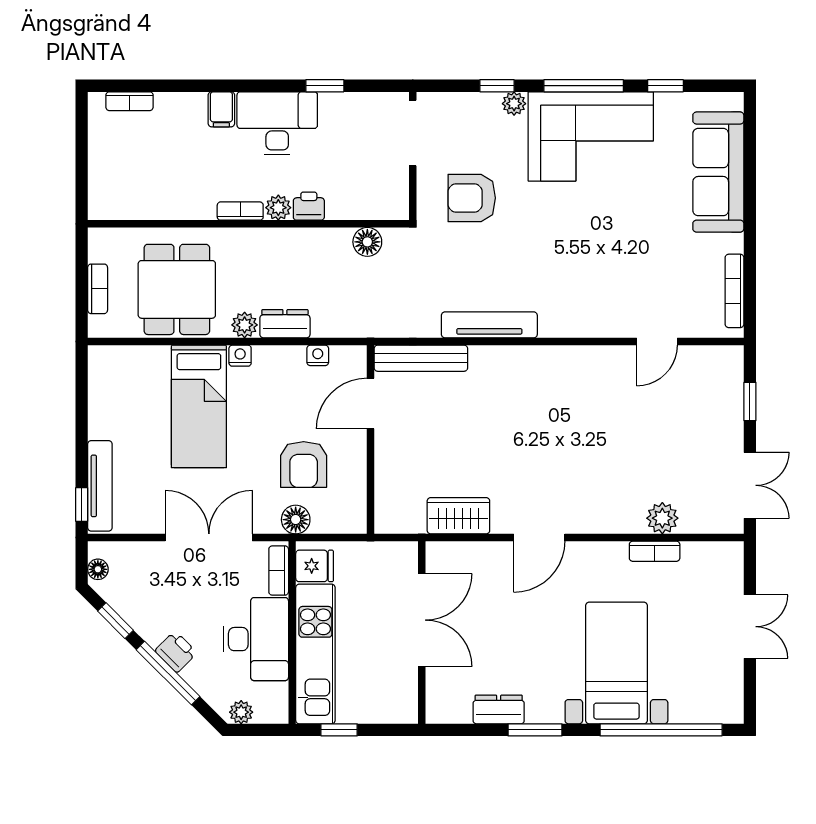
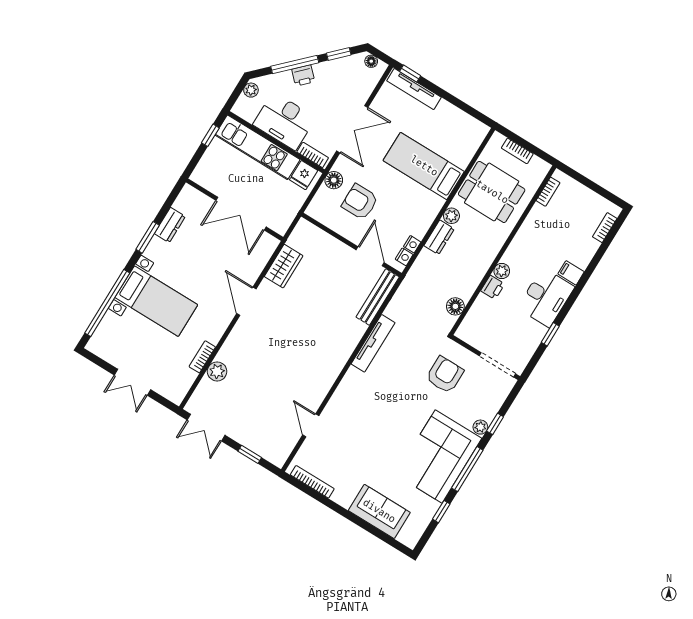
sofa: (718, 172) -> (379, 511), width x0.73
bookcase: (240, 211) -> (548, 192), moved
nightstand: (240, 356) -> (404, 257), moved

